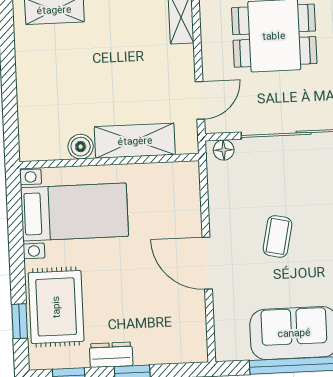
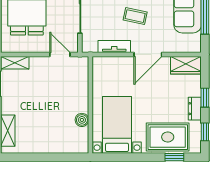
shelving: (135, 141) -> (80, 91), removed
floor lamp: (224, 150) -> (87, 43), removed
tv unit: (219, 200) -> (114, 47), added
wardrobe: (191, 335) -> (186, 65), added

